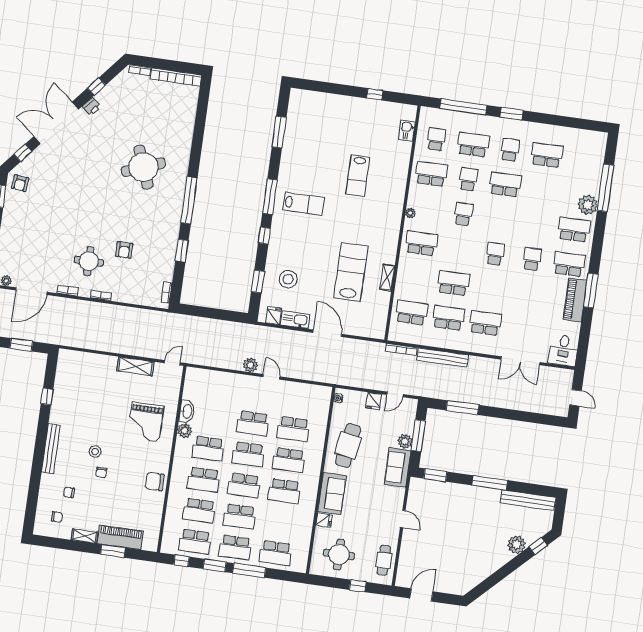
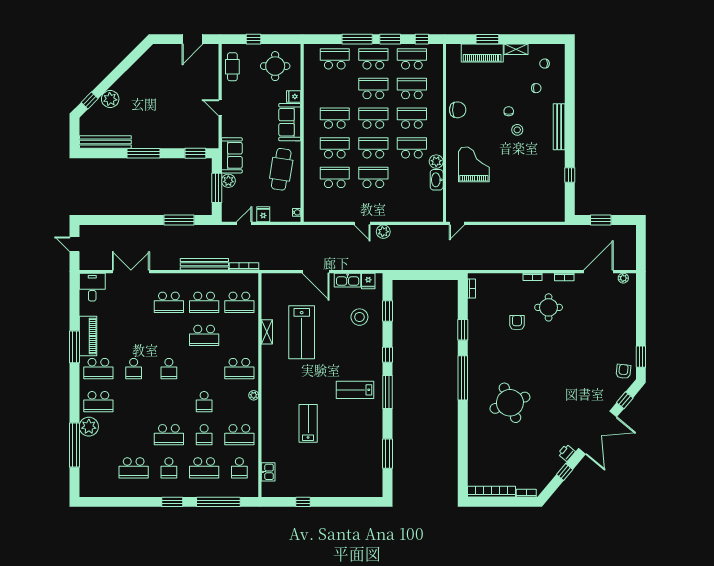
shelving: (135, 366) -> (491, 215), removed

